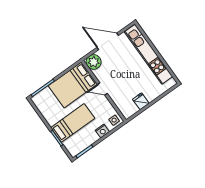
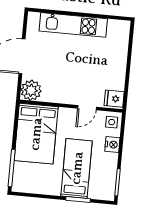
kitchen unit: (148, 54) -> (73, 25), width x0.73
door: (102, 89) -> (87, 108), moved
fridge: (141, 101) -> (114, 99), moved

